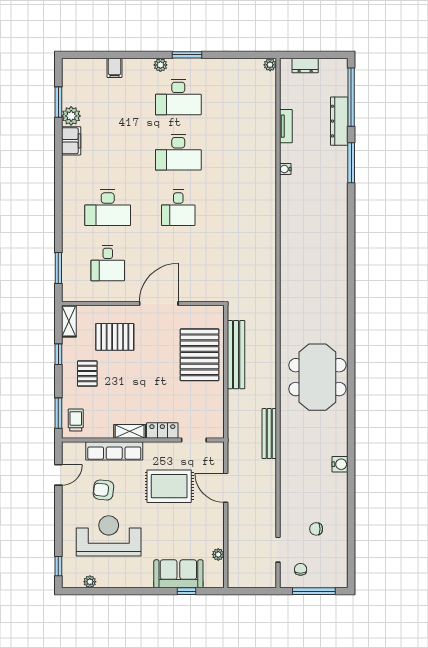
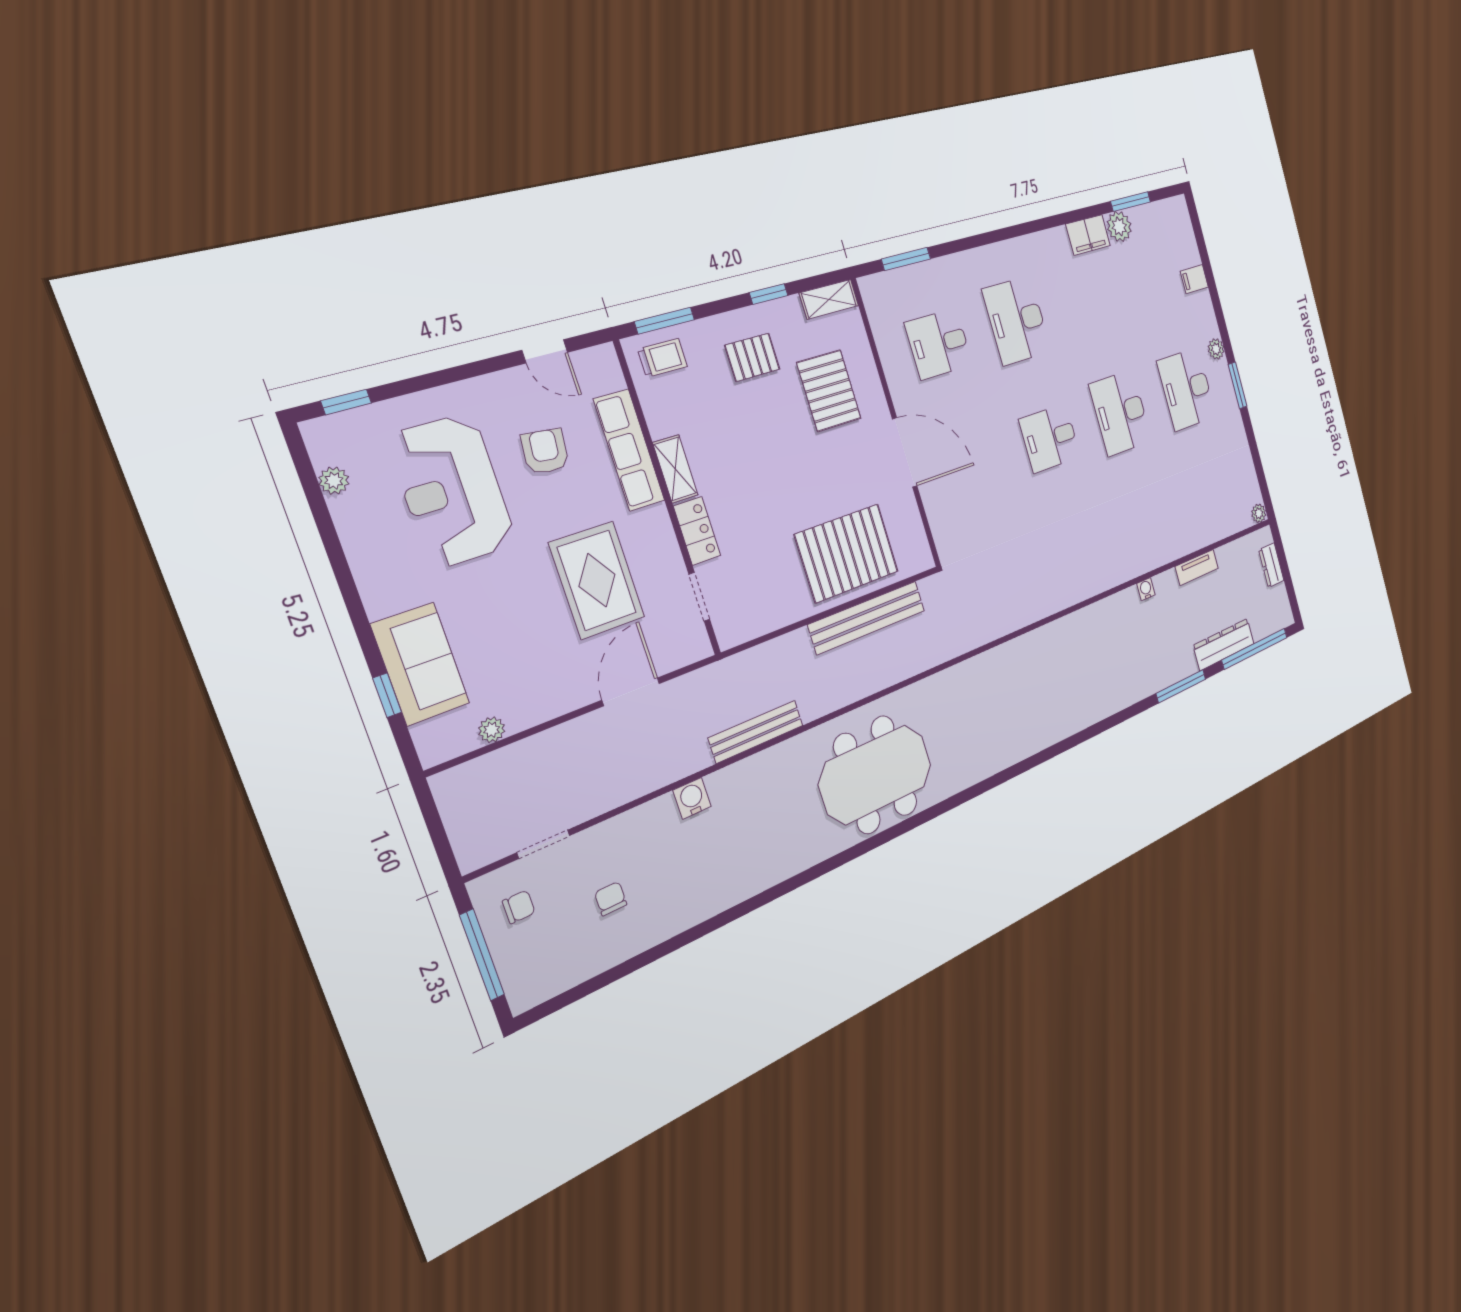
water cooler: (340, 464) -> (692, 798), moved, turned 180
reception desk: (109, 536) -> (452, 491), turned 180

